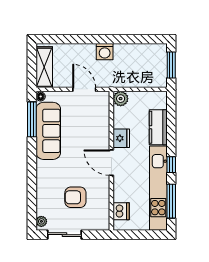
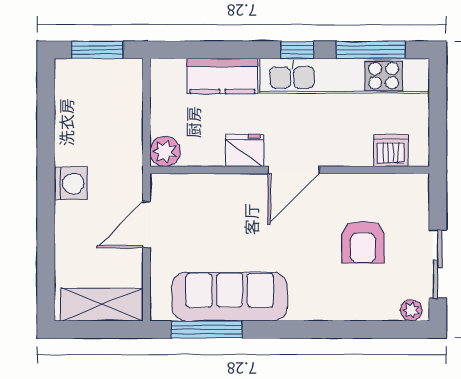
floor lamp: (41, 96) -> (161, 312), removed

